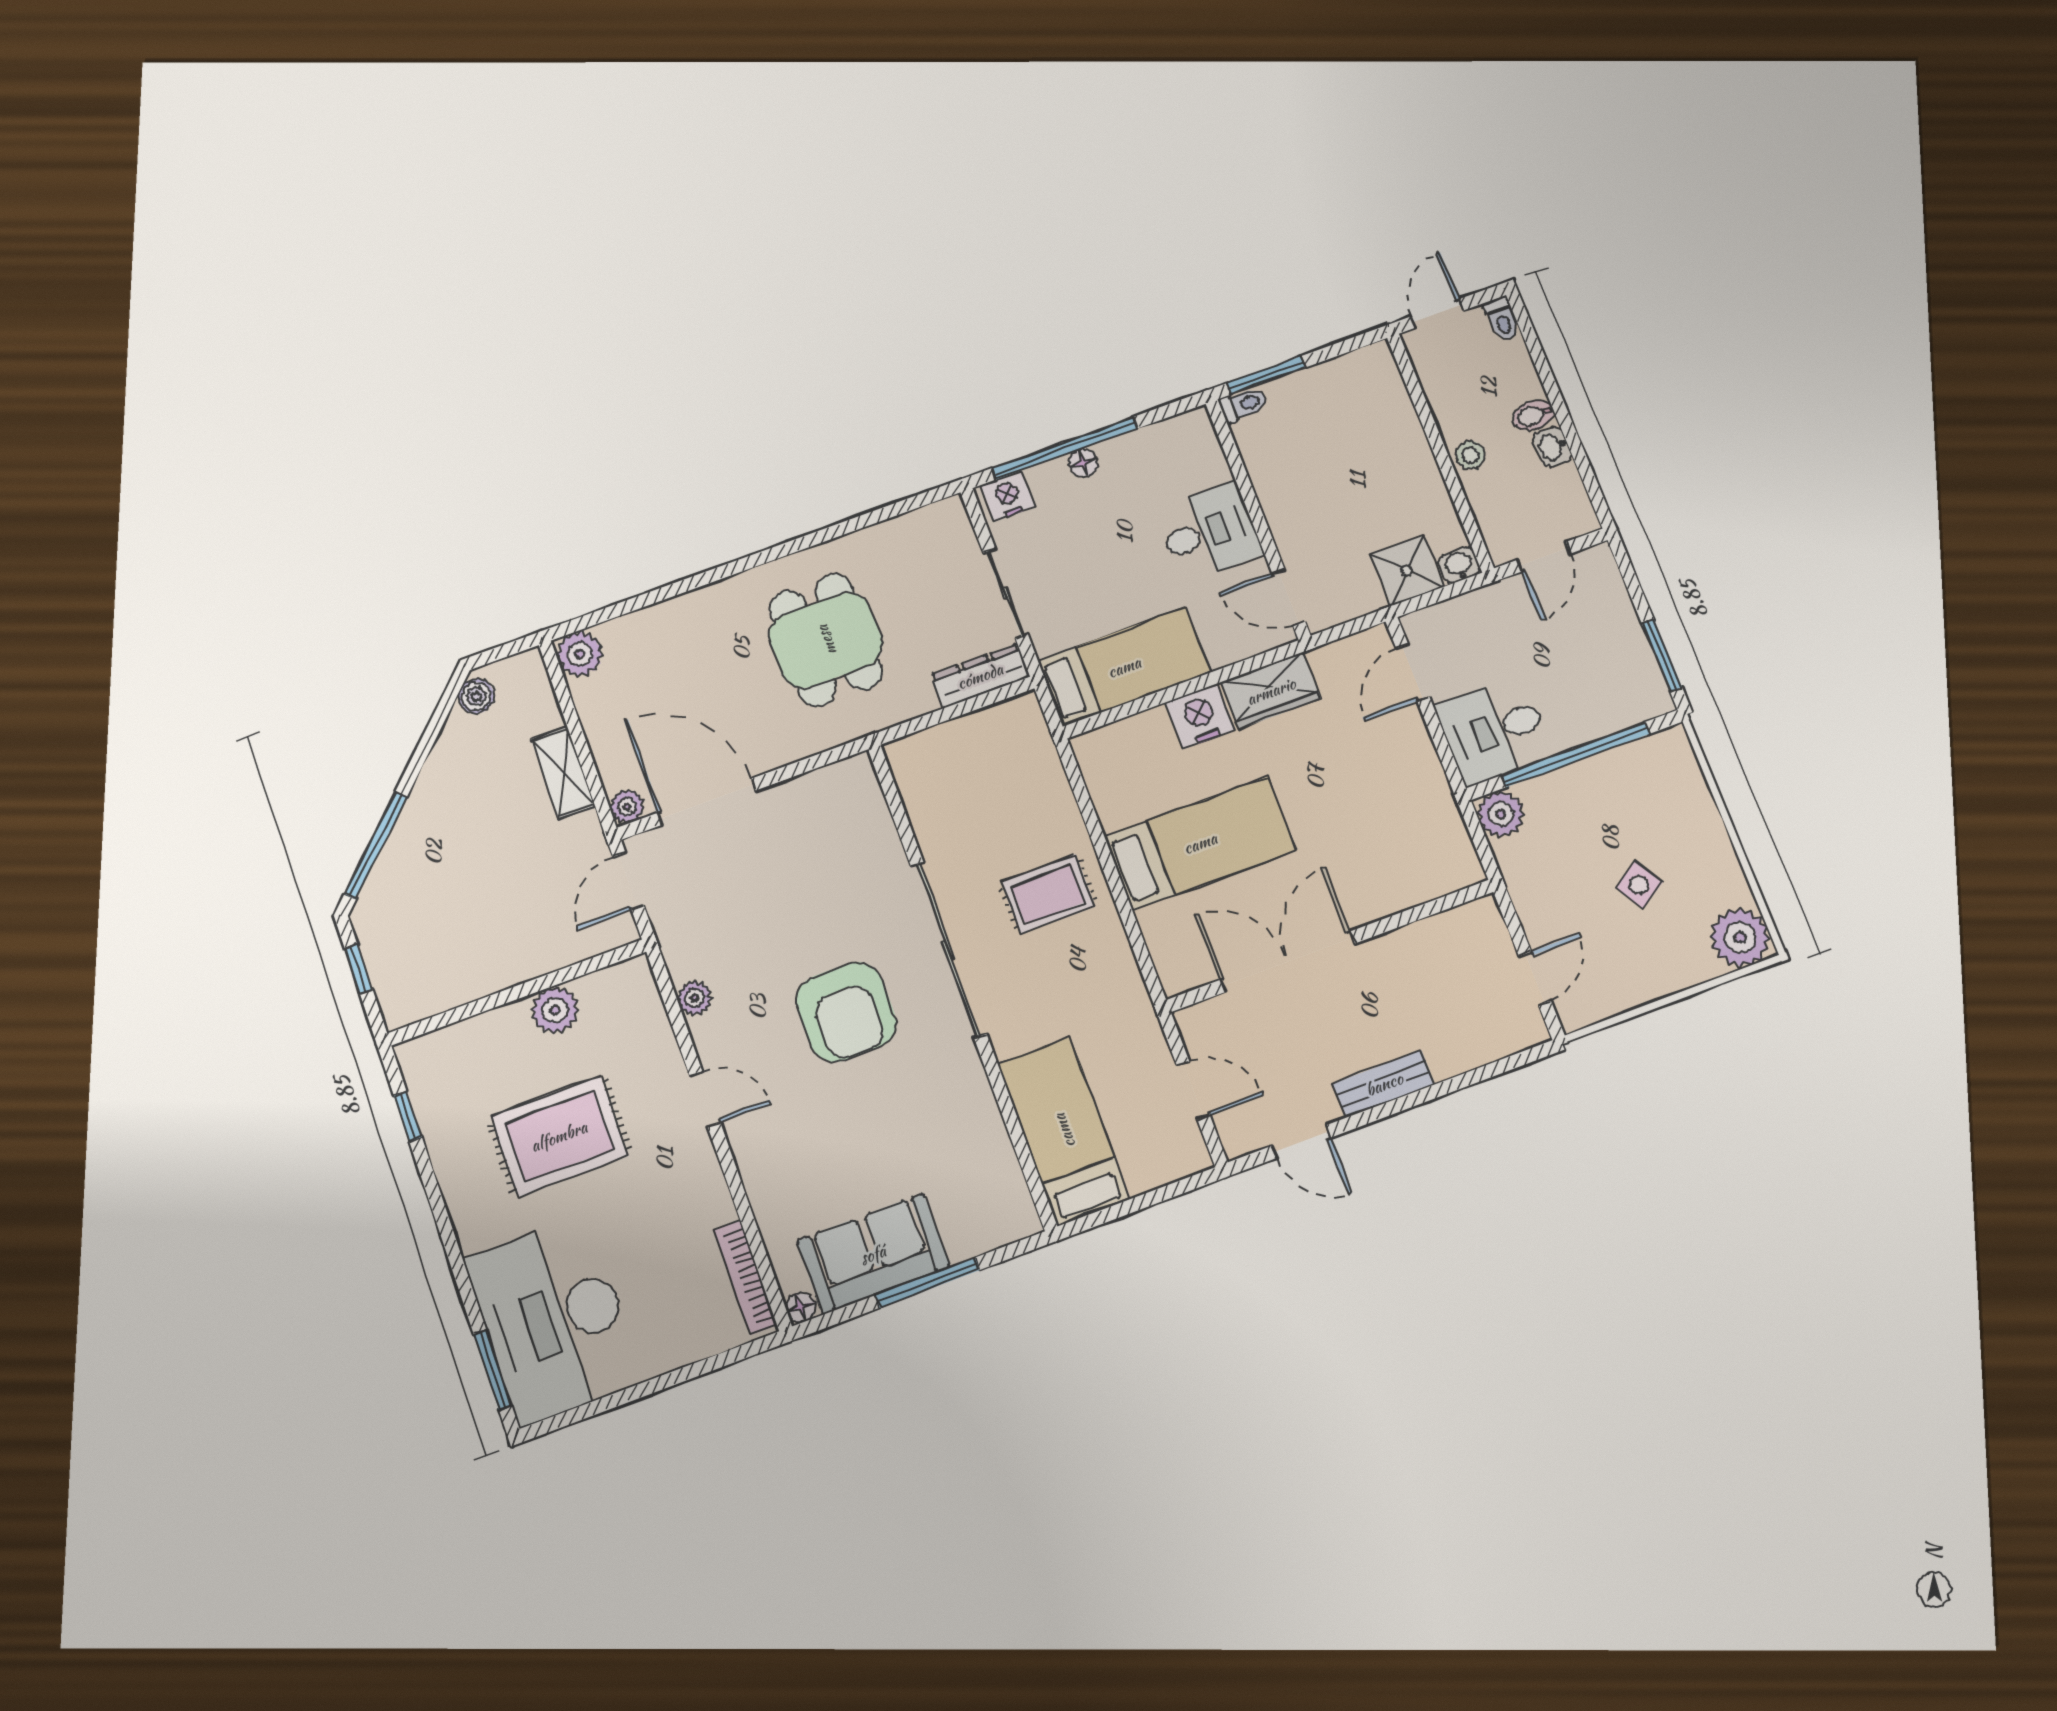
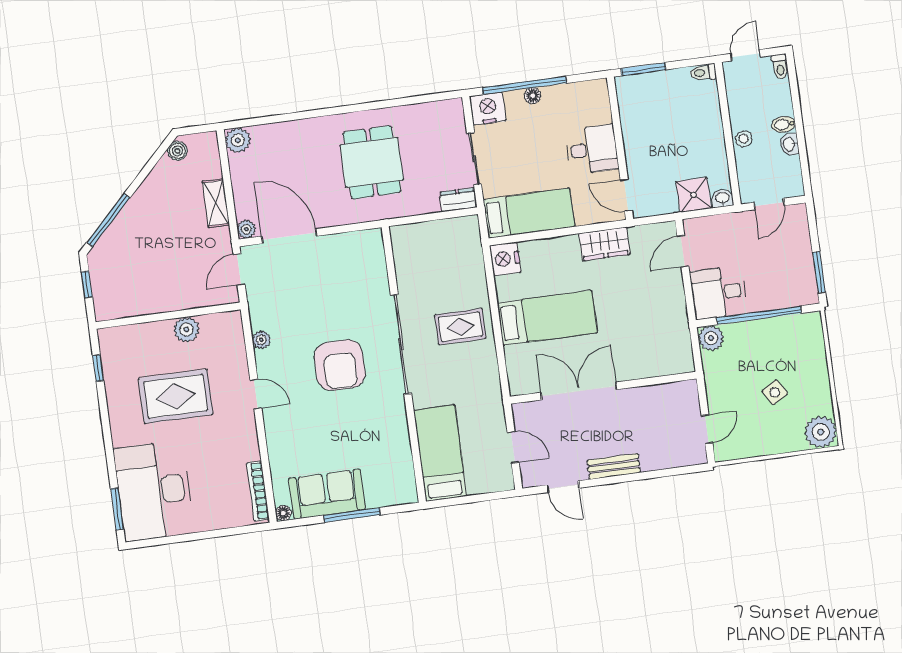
toilet: (1244, 404) -> (703, 72), moved, turned 180
nightstand: (1008, 496) -> (488, 108), width x1.36, depth x1.33
dresser: (980, 676) -> (458, 200), width x0.70
nightstand: (1200, 716) -> (505, 259), moved, turned -90

